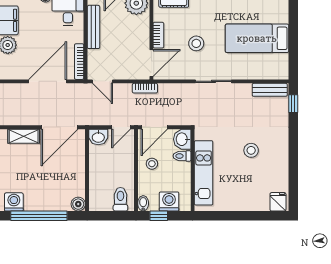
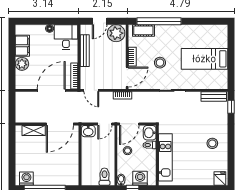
stool: (251, 150) -> (212, 143), moved
boiler: (78, 204) -> (74, 180), removed

